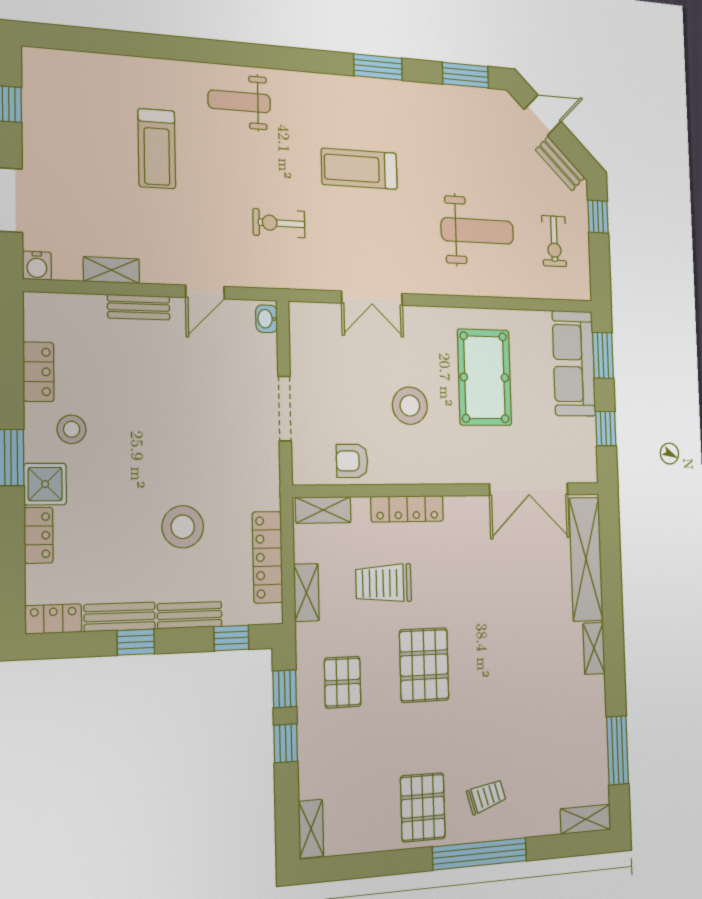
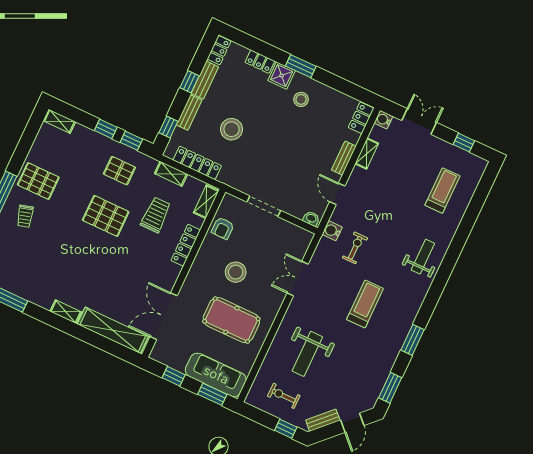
treadmill: (157, 149) -> (442, 191), moved, turned 90
water cooler: (270, 274) -> (332, 231), added
locker: (38, 372) -> (361, 118), moved, turned 90
armchair: (352, 461) -> (223, 228), turned 180

